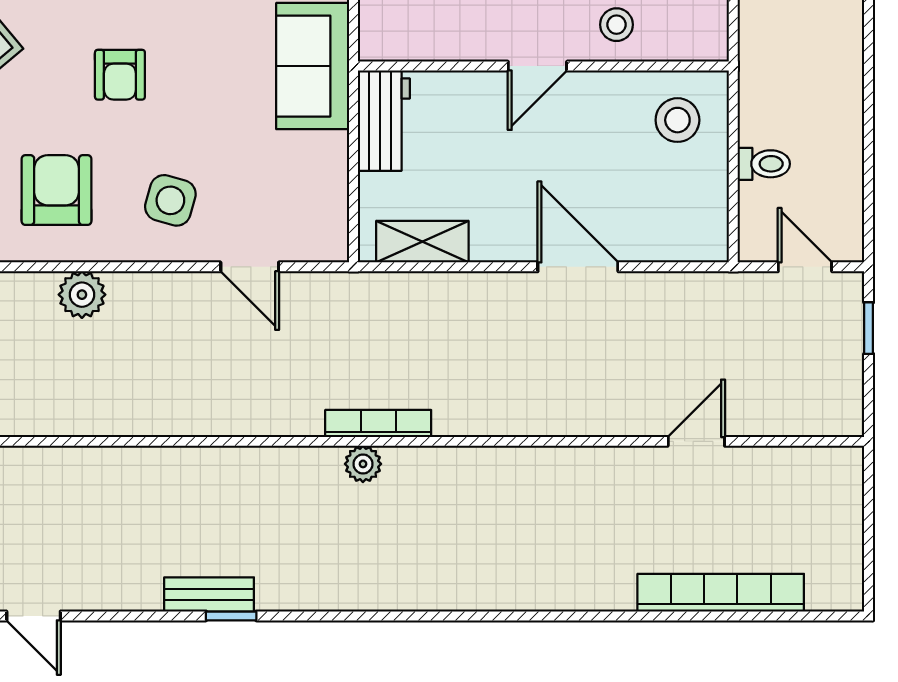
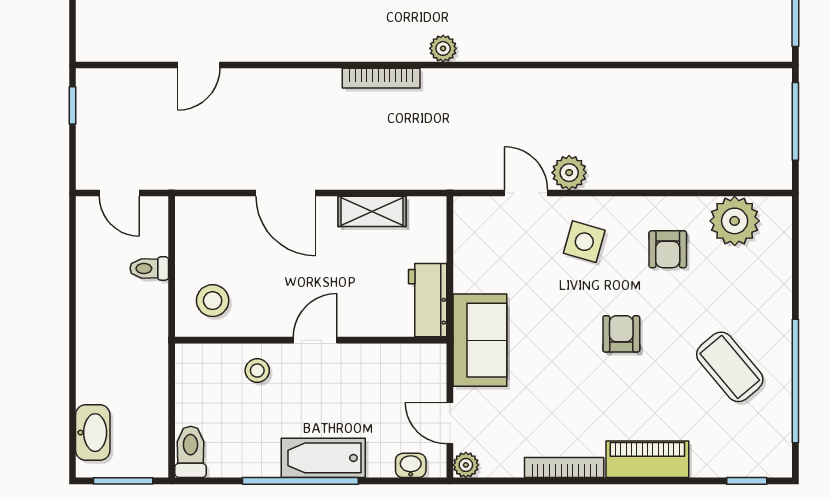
armchair: (57, 190) -> (668, 249), width x0.72, depth x0.72
shelving: (422, 242) -> (372, 211), moved
plant: (82, 295) -> (569, 173), moved
window: (869, 328) -> (72, 105), moved
bookcase: (378, 423) -> (381, 78), moved

